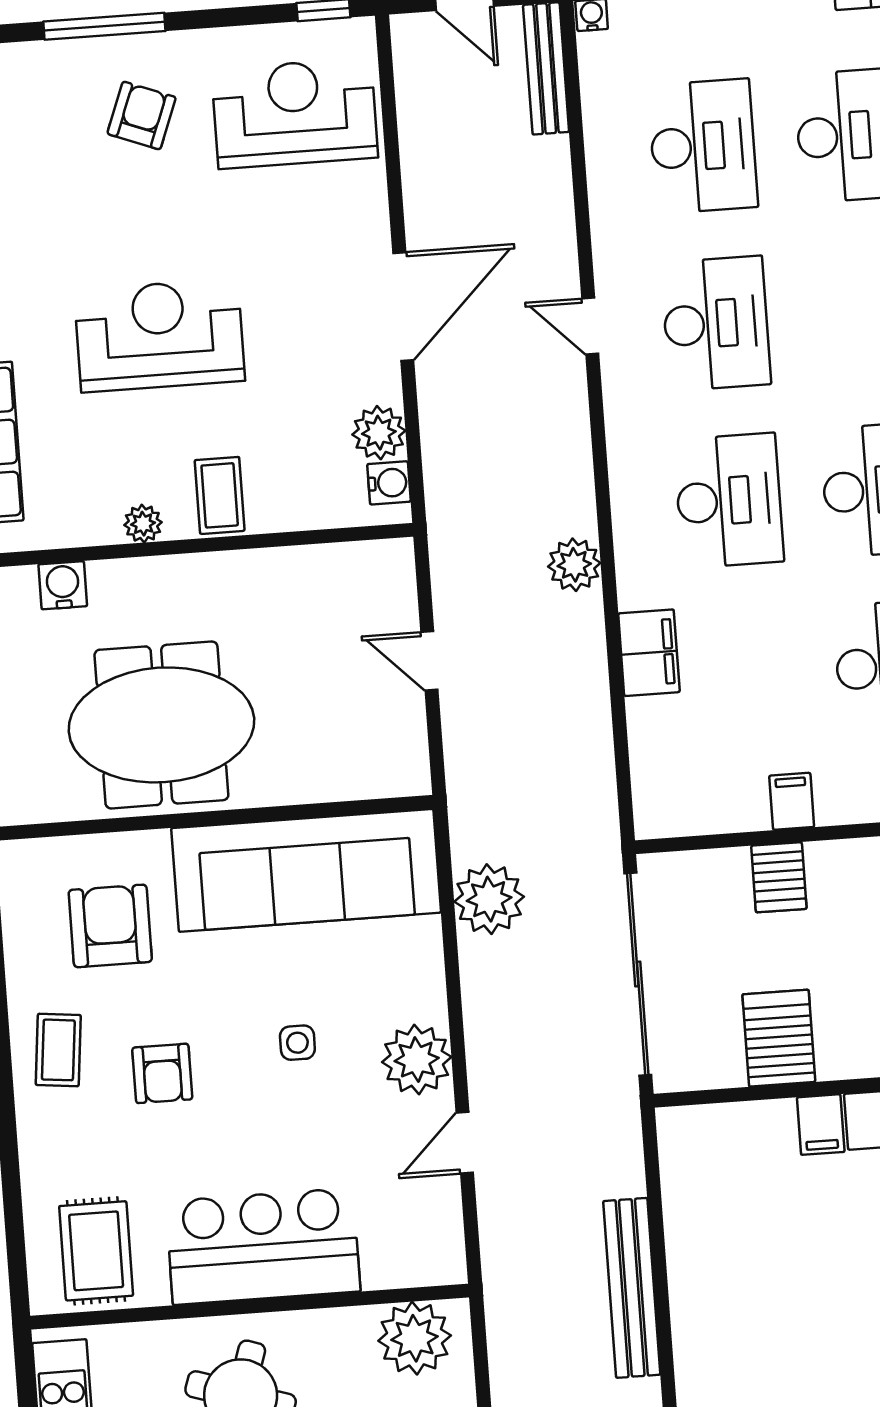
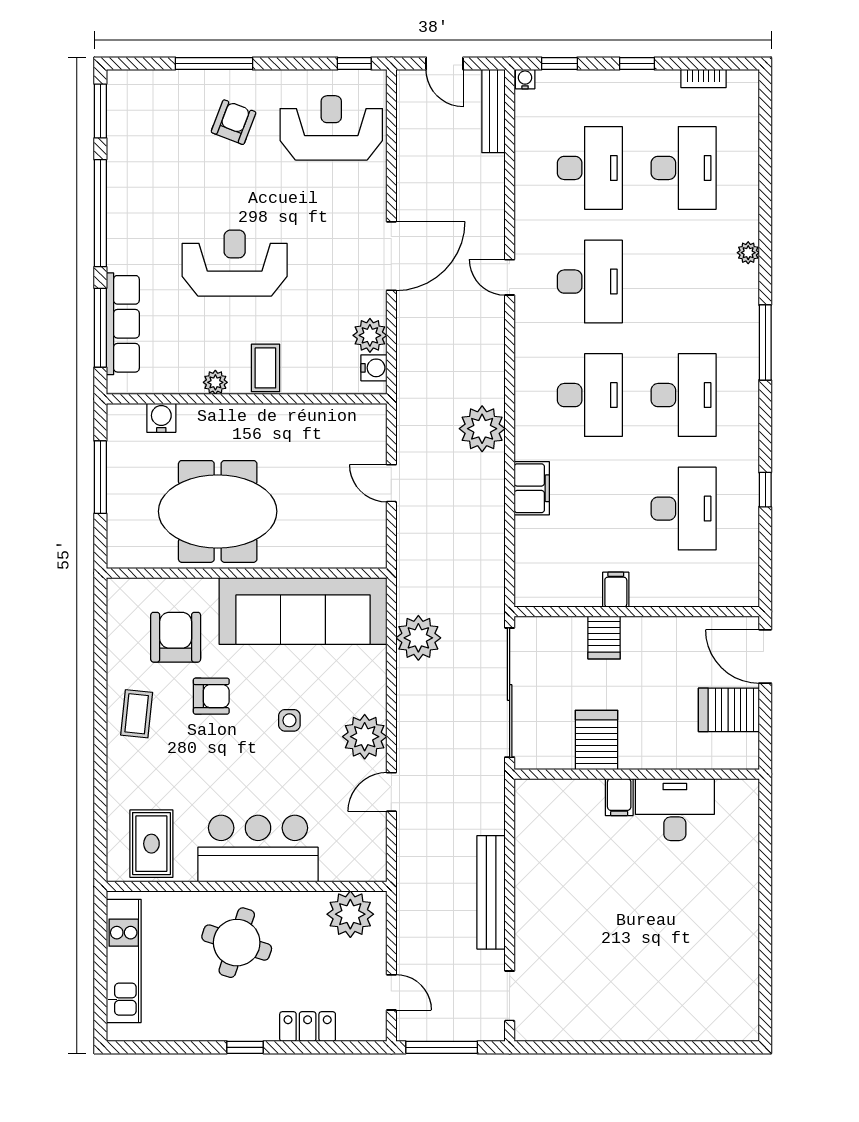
plant: (574, 565) -> (482, 429), width x1.36, depth x1.36
armchair: (162, 1073) -> (211, 696), moved, turned -90

